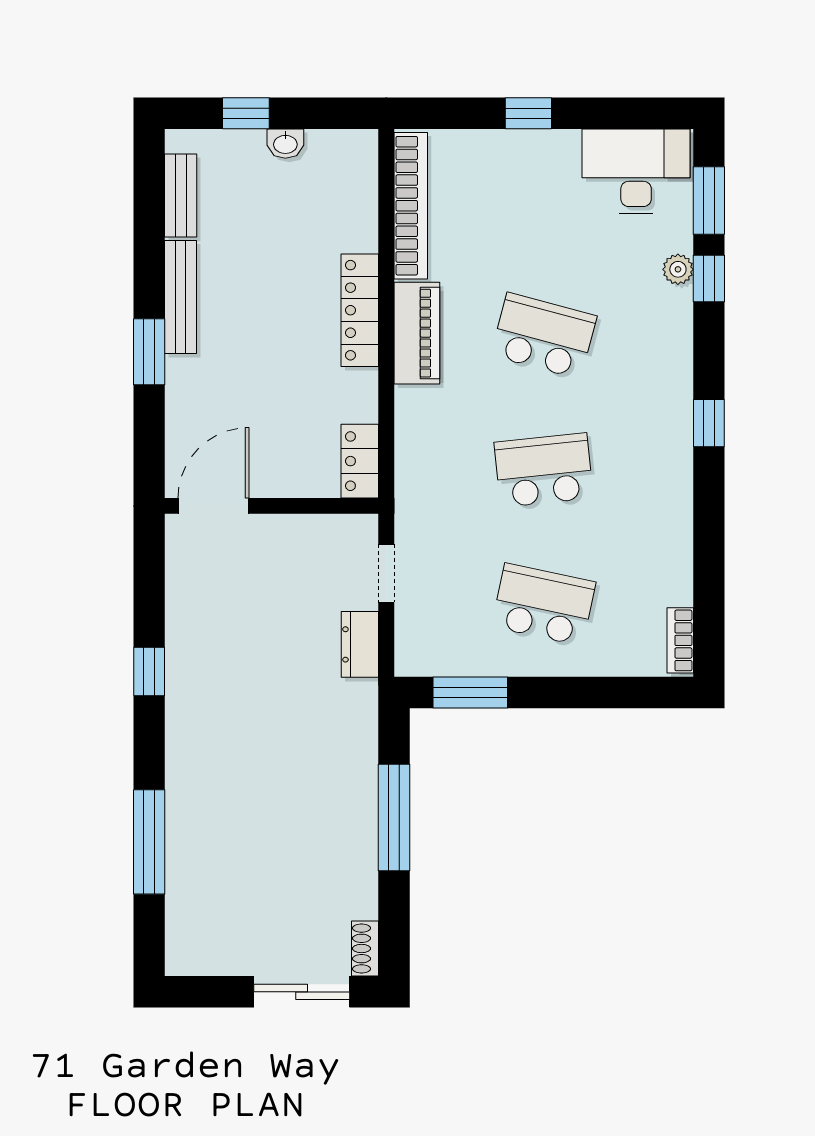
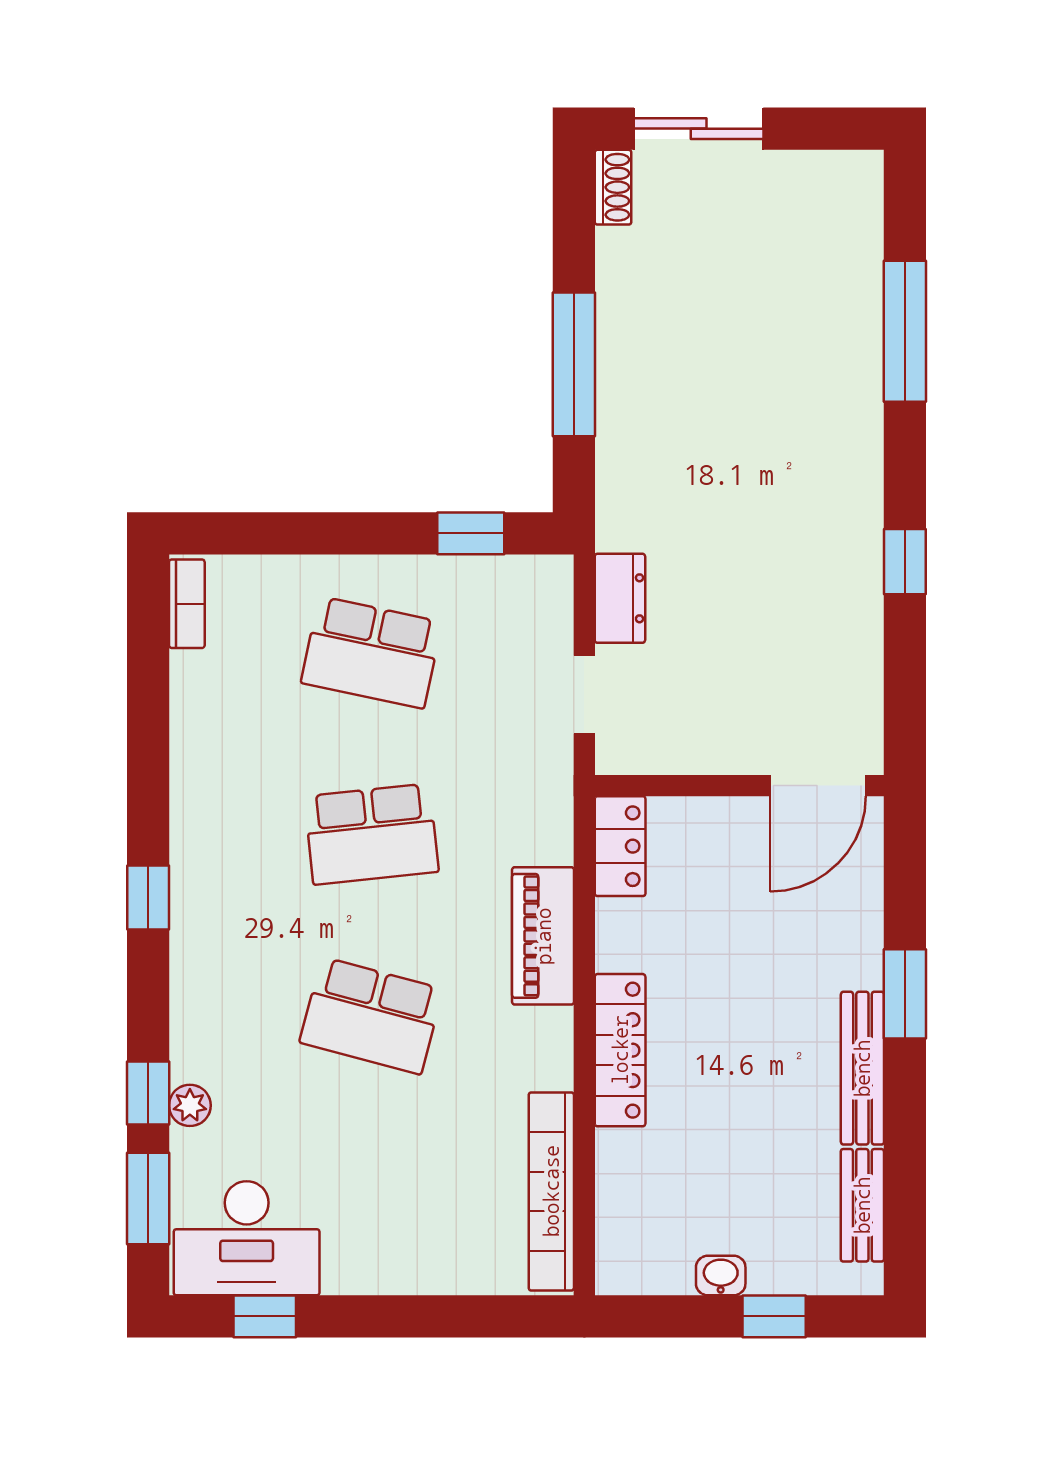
window: (528, 113) -> (265, 1316), moved
piano: (417, 333) -> (543, 936), moved
window: (470, 692) -> (471, 533), width x0.67

